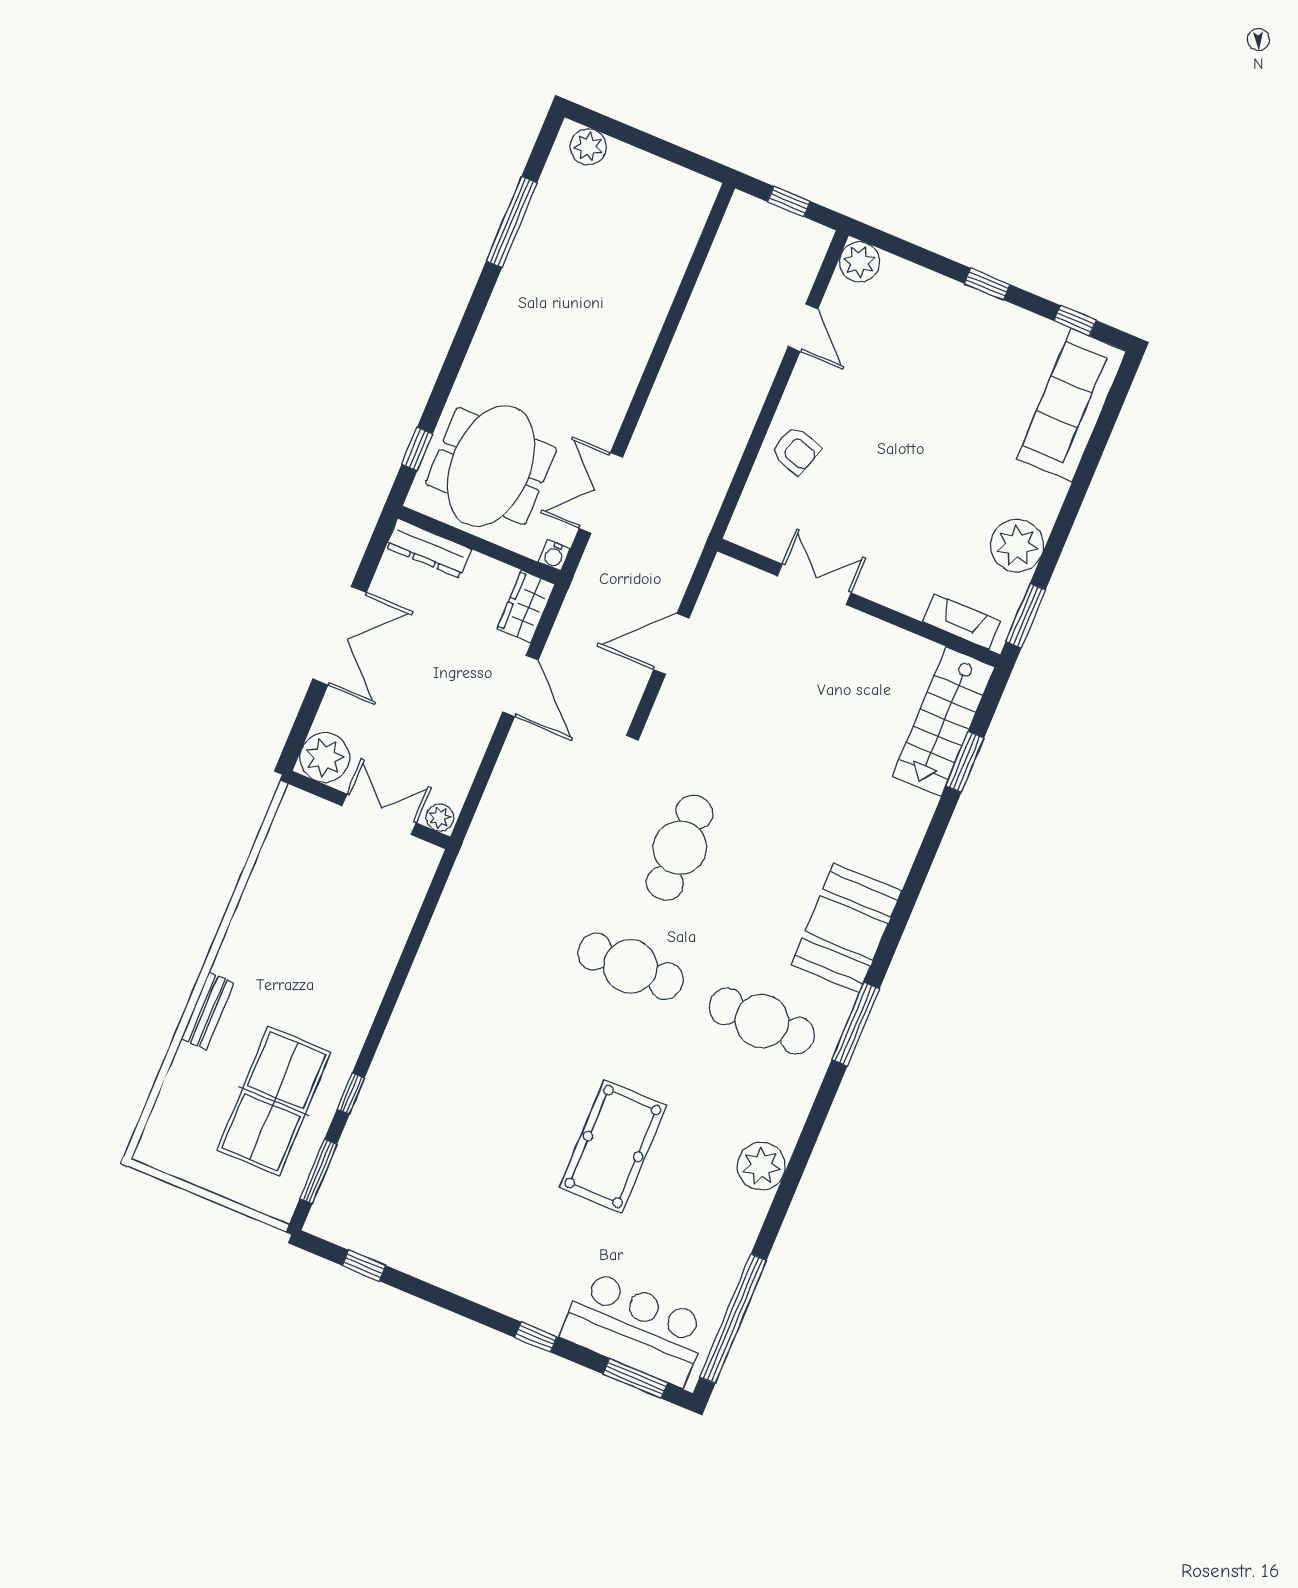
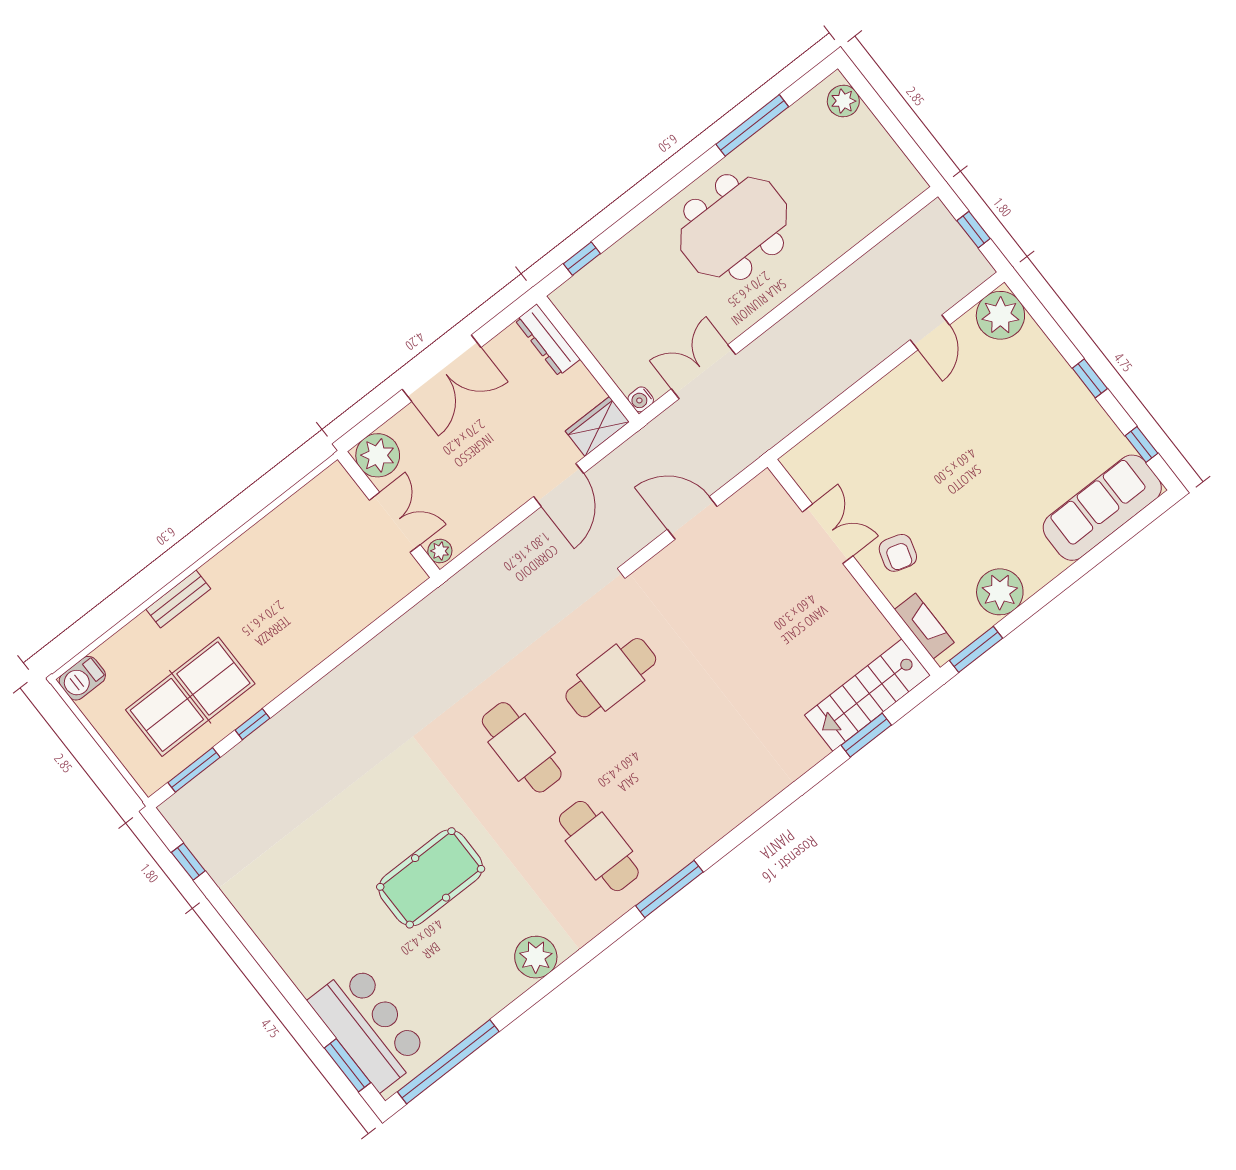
plant: (859, 262) -> (1000, 315), width x1.36, depth x1.36
armchair: (796, 450) -> (898, 553), moved
meeting table: (491, 466) -> (734, 227), moved
booth: (846, 928) -> (704, 811), removed
barbecue: (157, 1143) -> (82, 678), added
window: (536, 1337) -> (289, 991), removed

